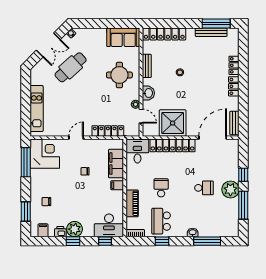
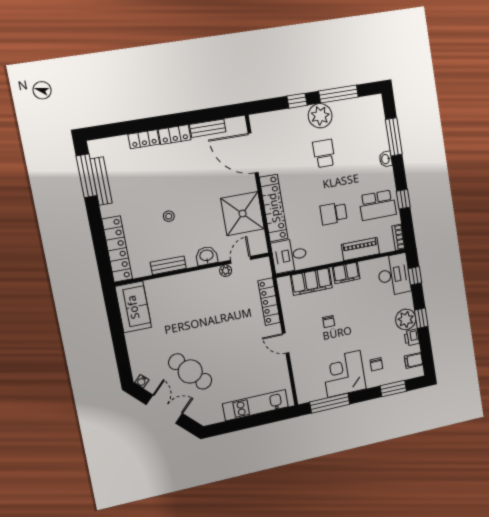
round table: (119, 75) -> (188, 301), removed
bench: (234, 123) -> (208, 128), moved
corner desk: (45, 154) -> (344, 374), moved
filing cabinet: (117, 185) -> (346, 273), width x2.00

